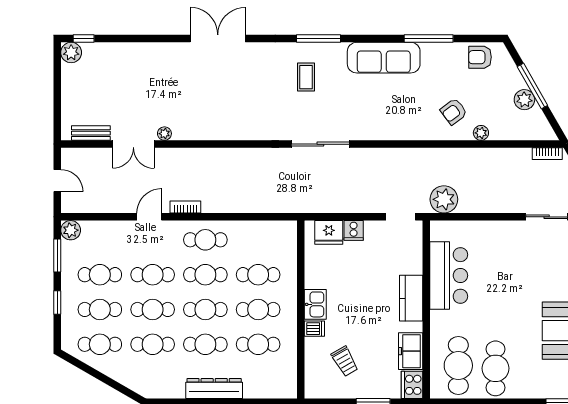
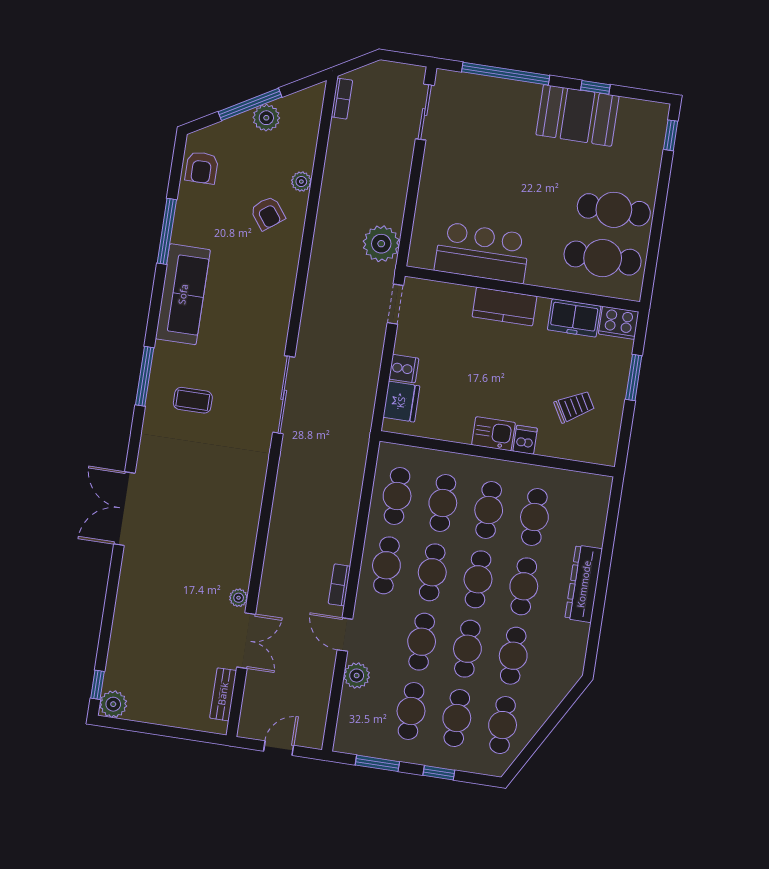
plant: (71, 230) -> (357, 676), moved
cafe table: (258, 240) -> (397, 496), added

